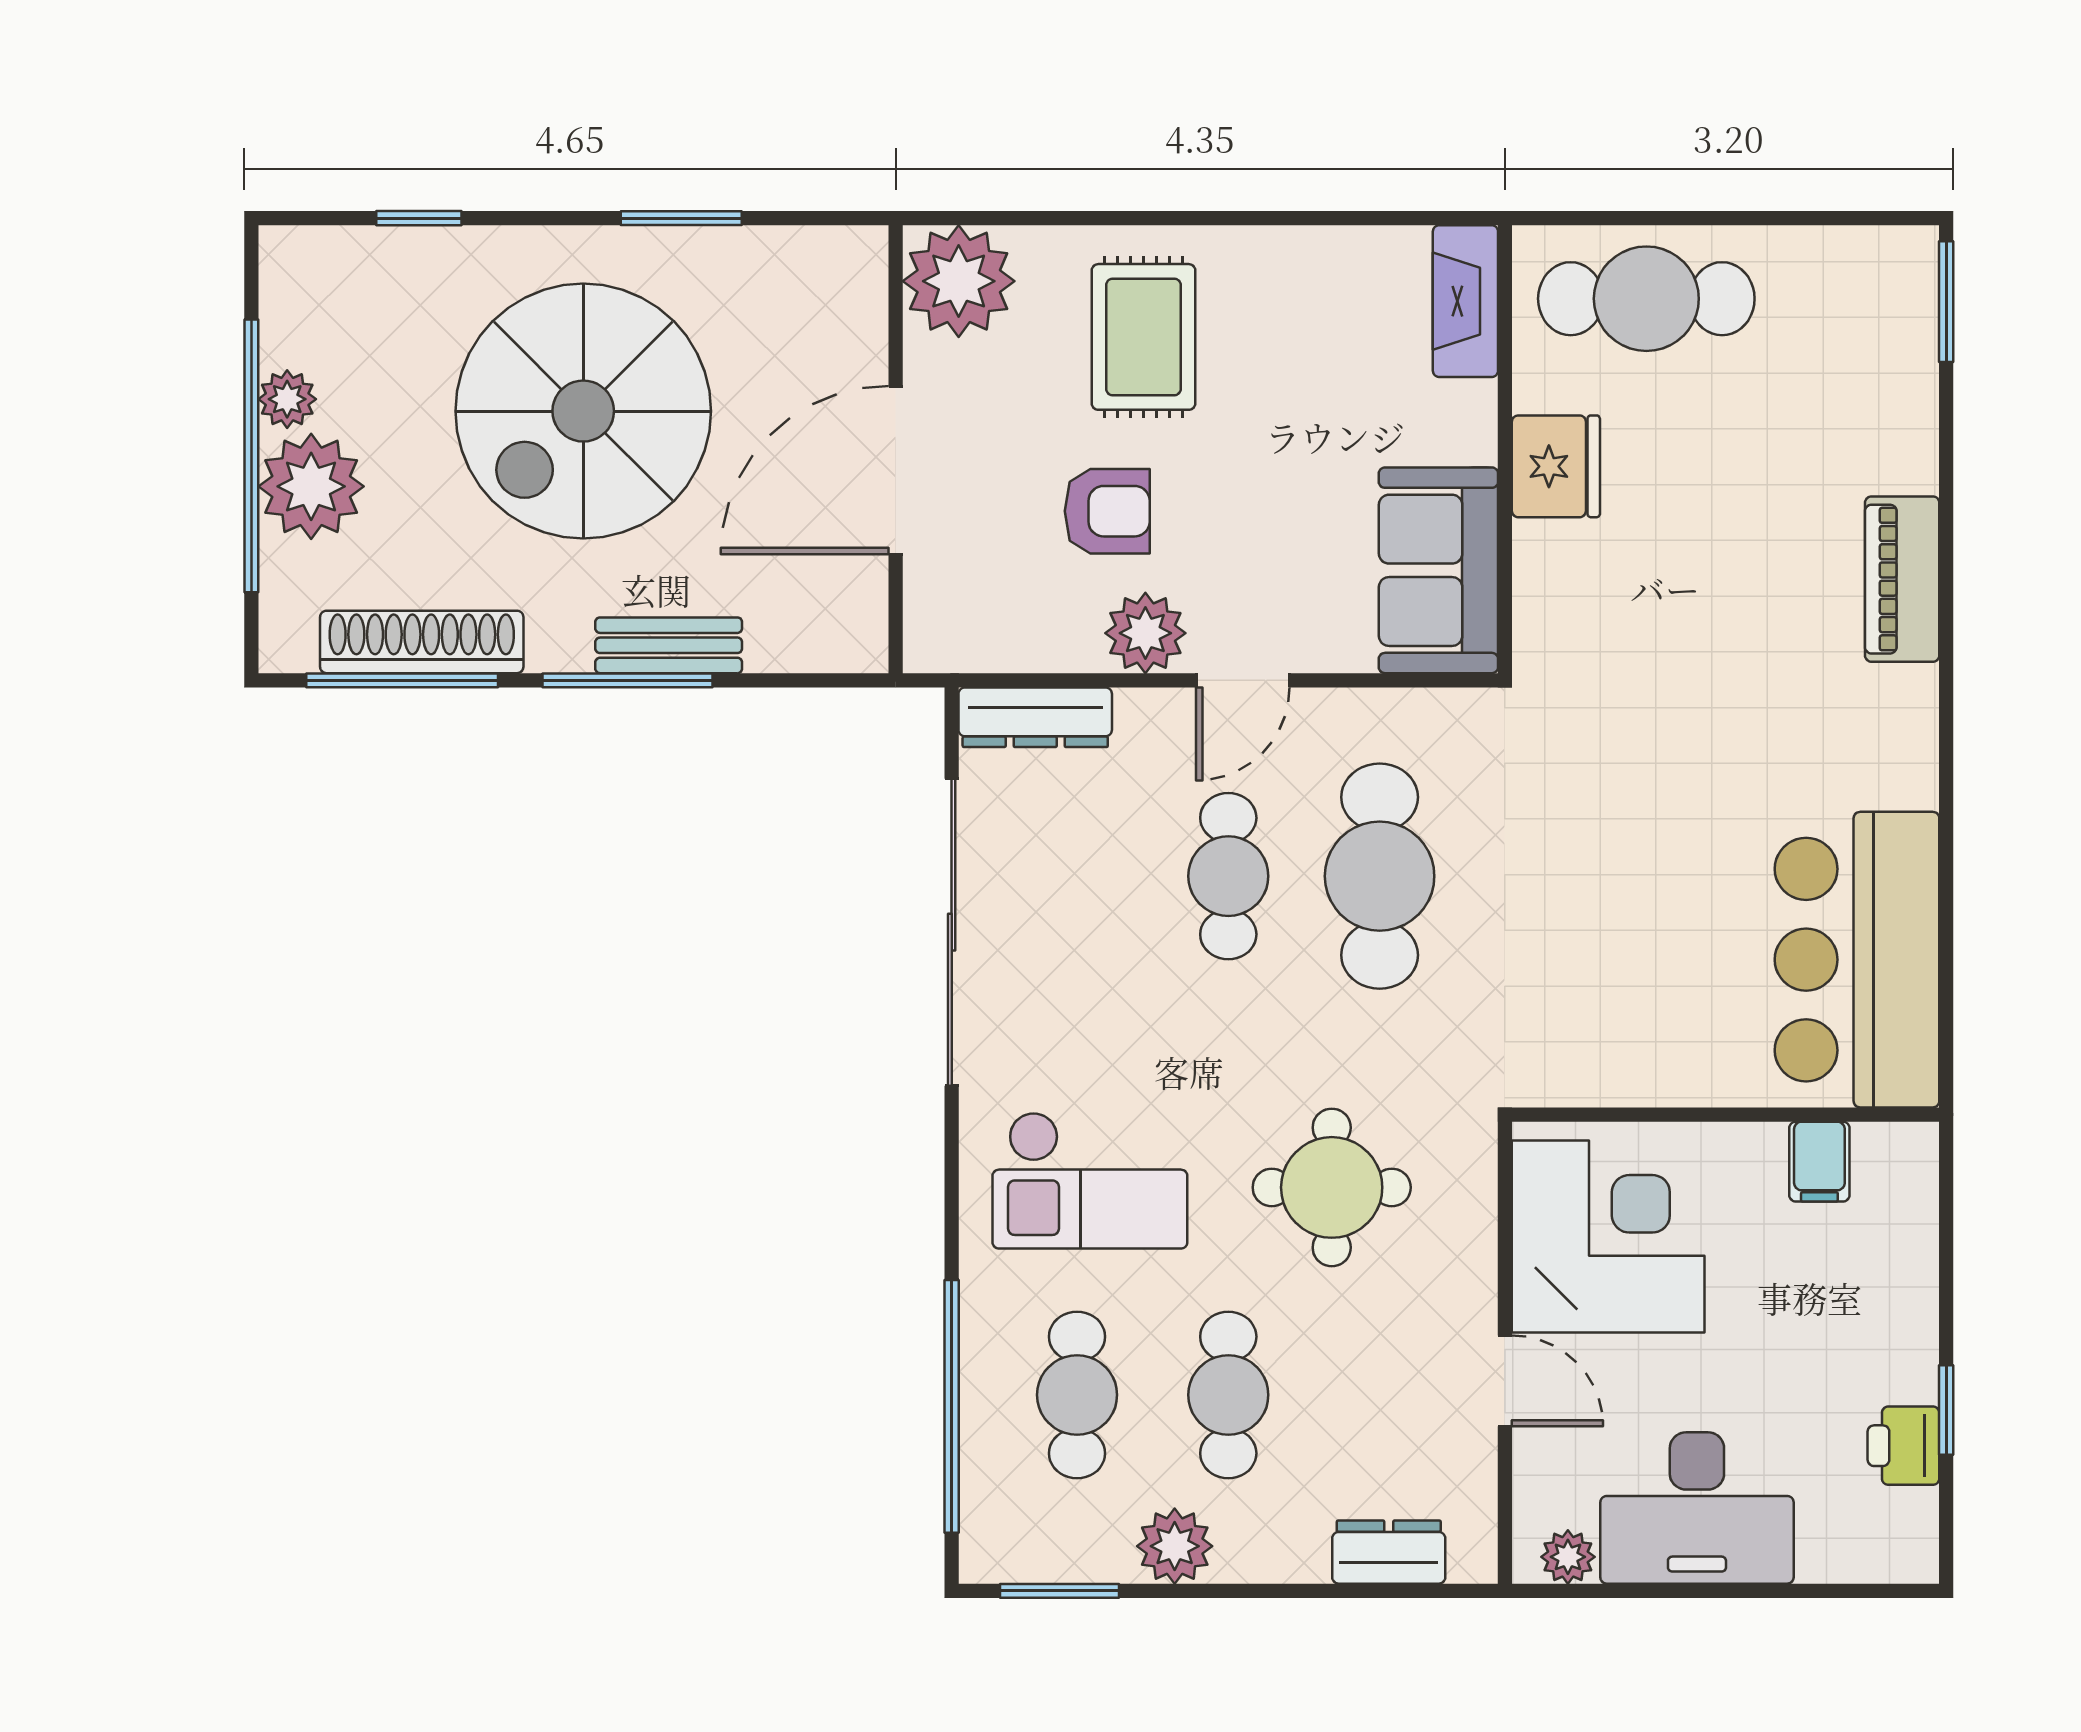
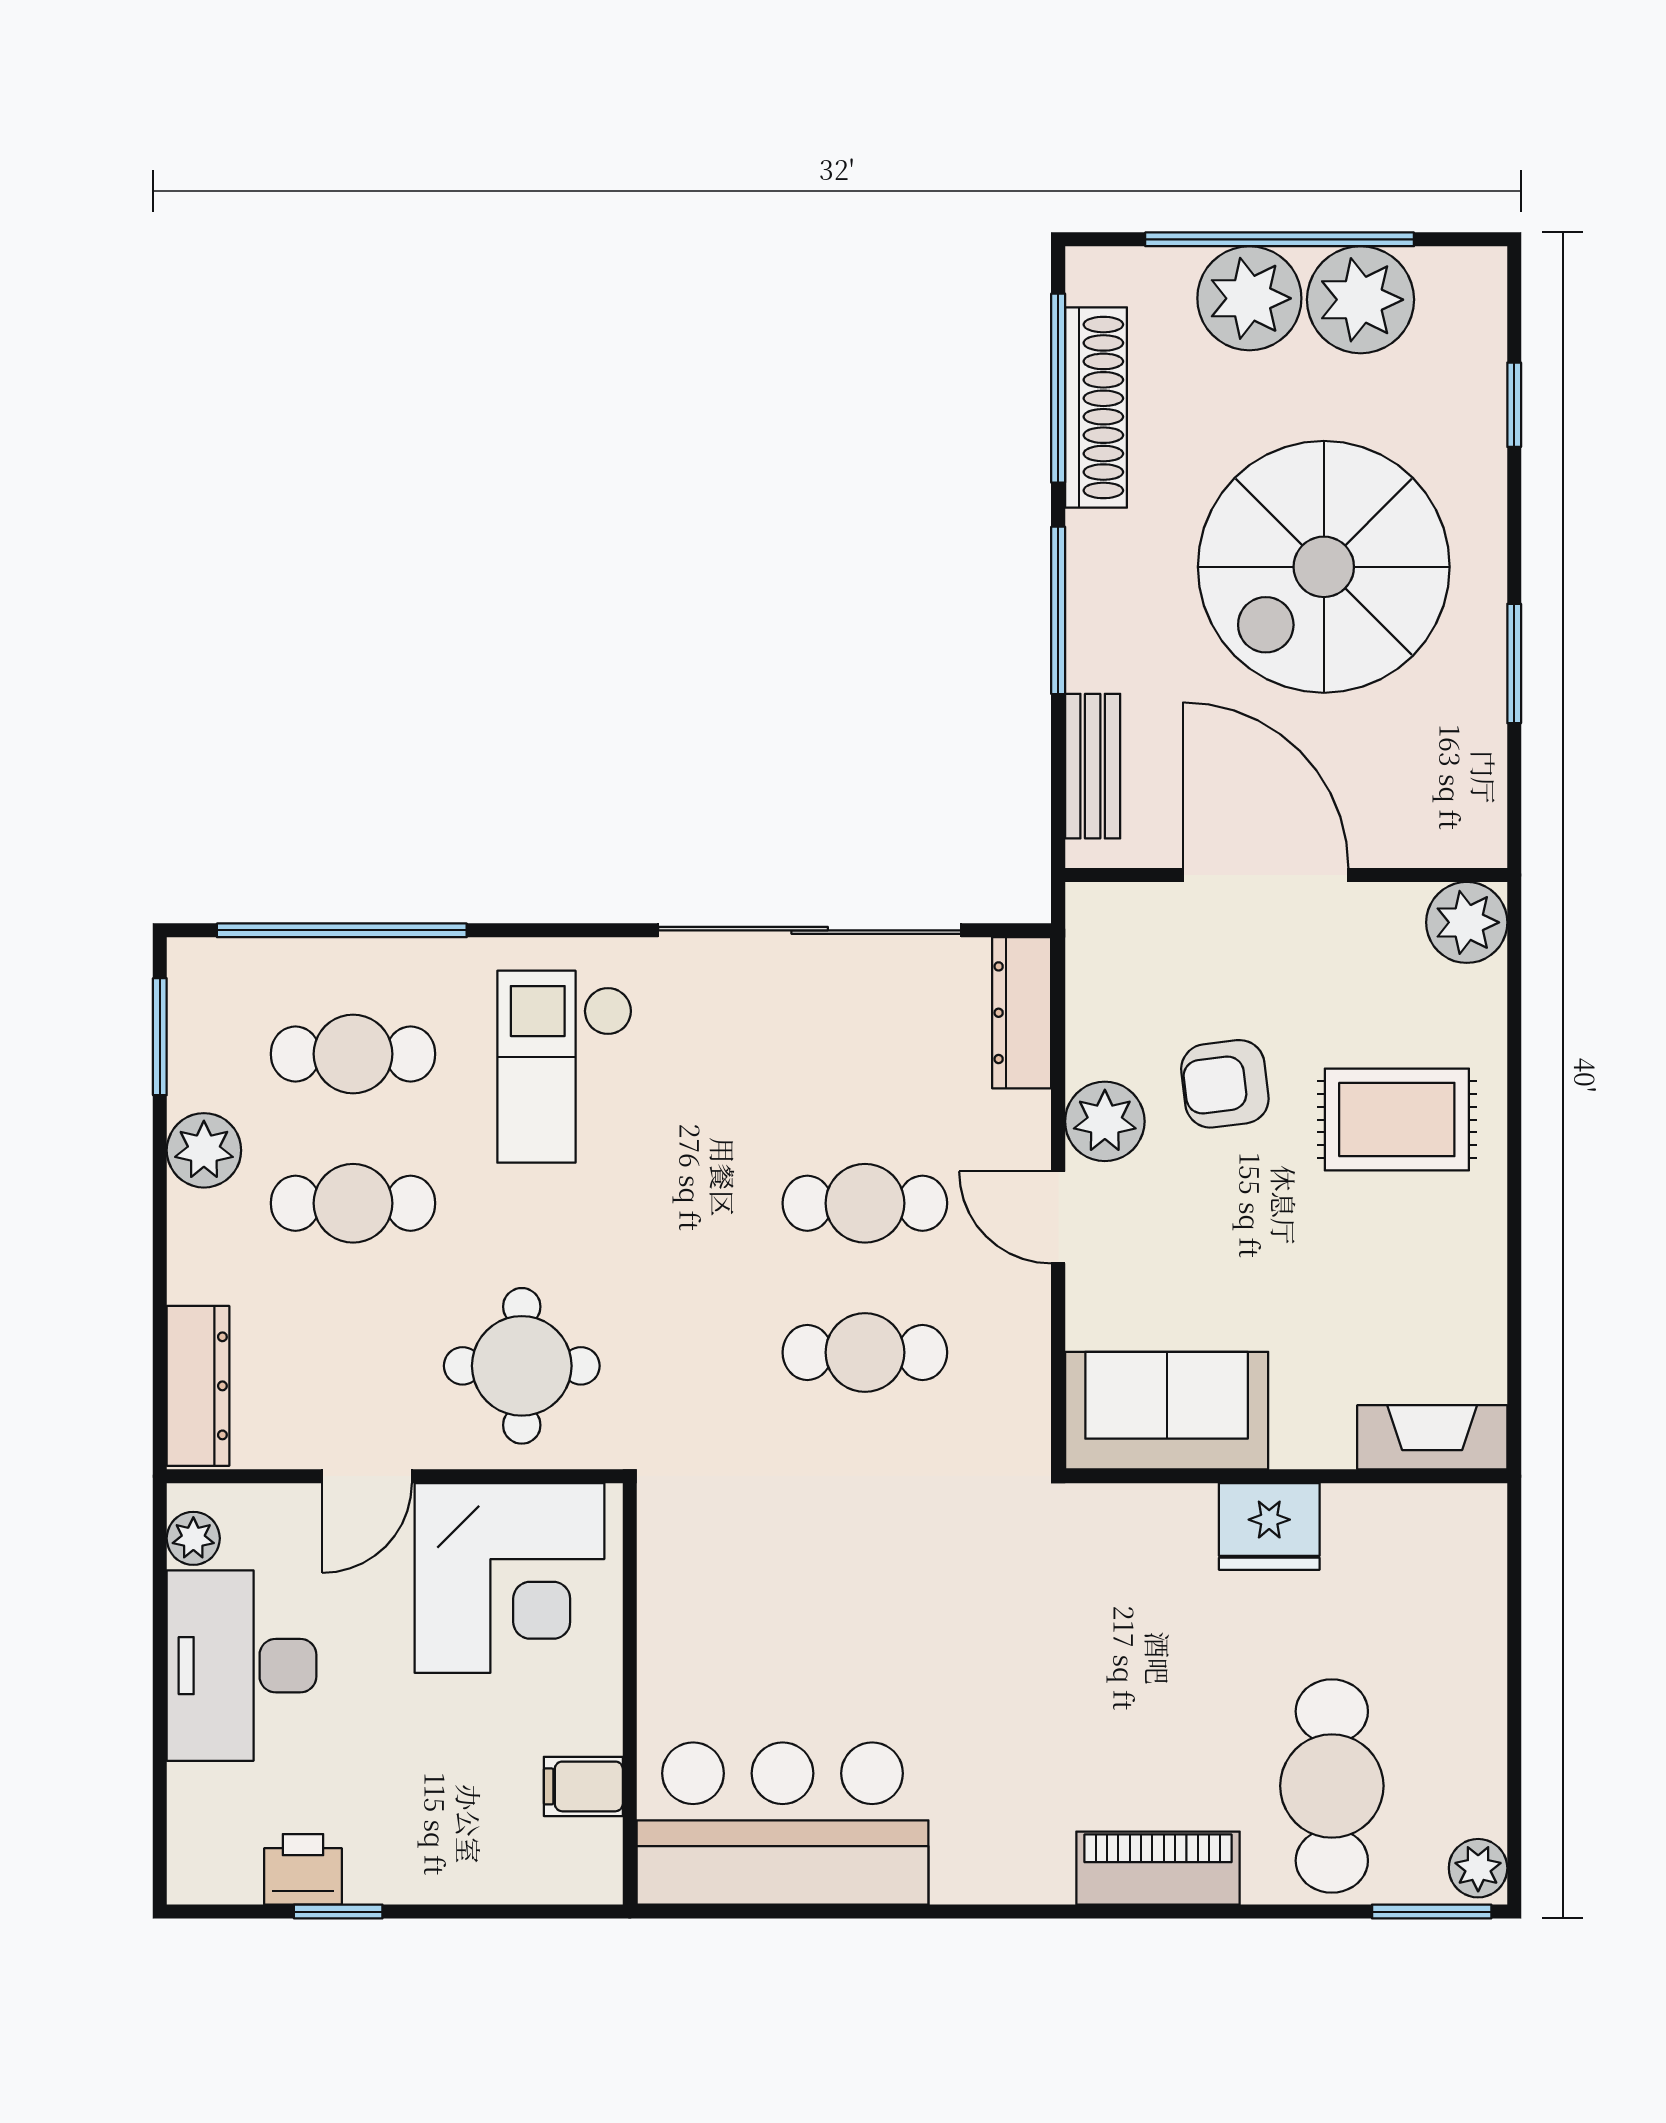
plant: (1902, 255) -> (1478, 1868), added
plant: (959, 281) -> (1467, 922), width x0.73, depth x0.73
cafe table: (1646, 299) -> (1332, 1786), moved
plant: (287, 399) -> (1361, 300), width x1.88, depth x1.88
spiral stairs: (583, 411) -> (1324, 567), turned -90
armchair: (1107, 511) -> (1225, 1084), turned 83
bench: (669, 645) -> (1093, 766), moved
cafe table: (1380, 876) -> (865, 1352), width x0.73, depth x0.74
round table: (1332, 1187) -> (522, 1366), moved
dresser: (1389, 1552) -> (198, 1386), width x1.44

